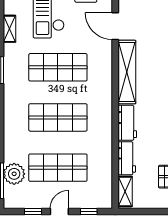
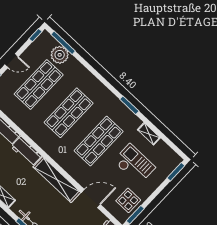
window: (33, 212) -> (36, 35), moved
door: (59, 212) -> (12, 61), hinge flipped

